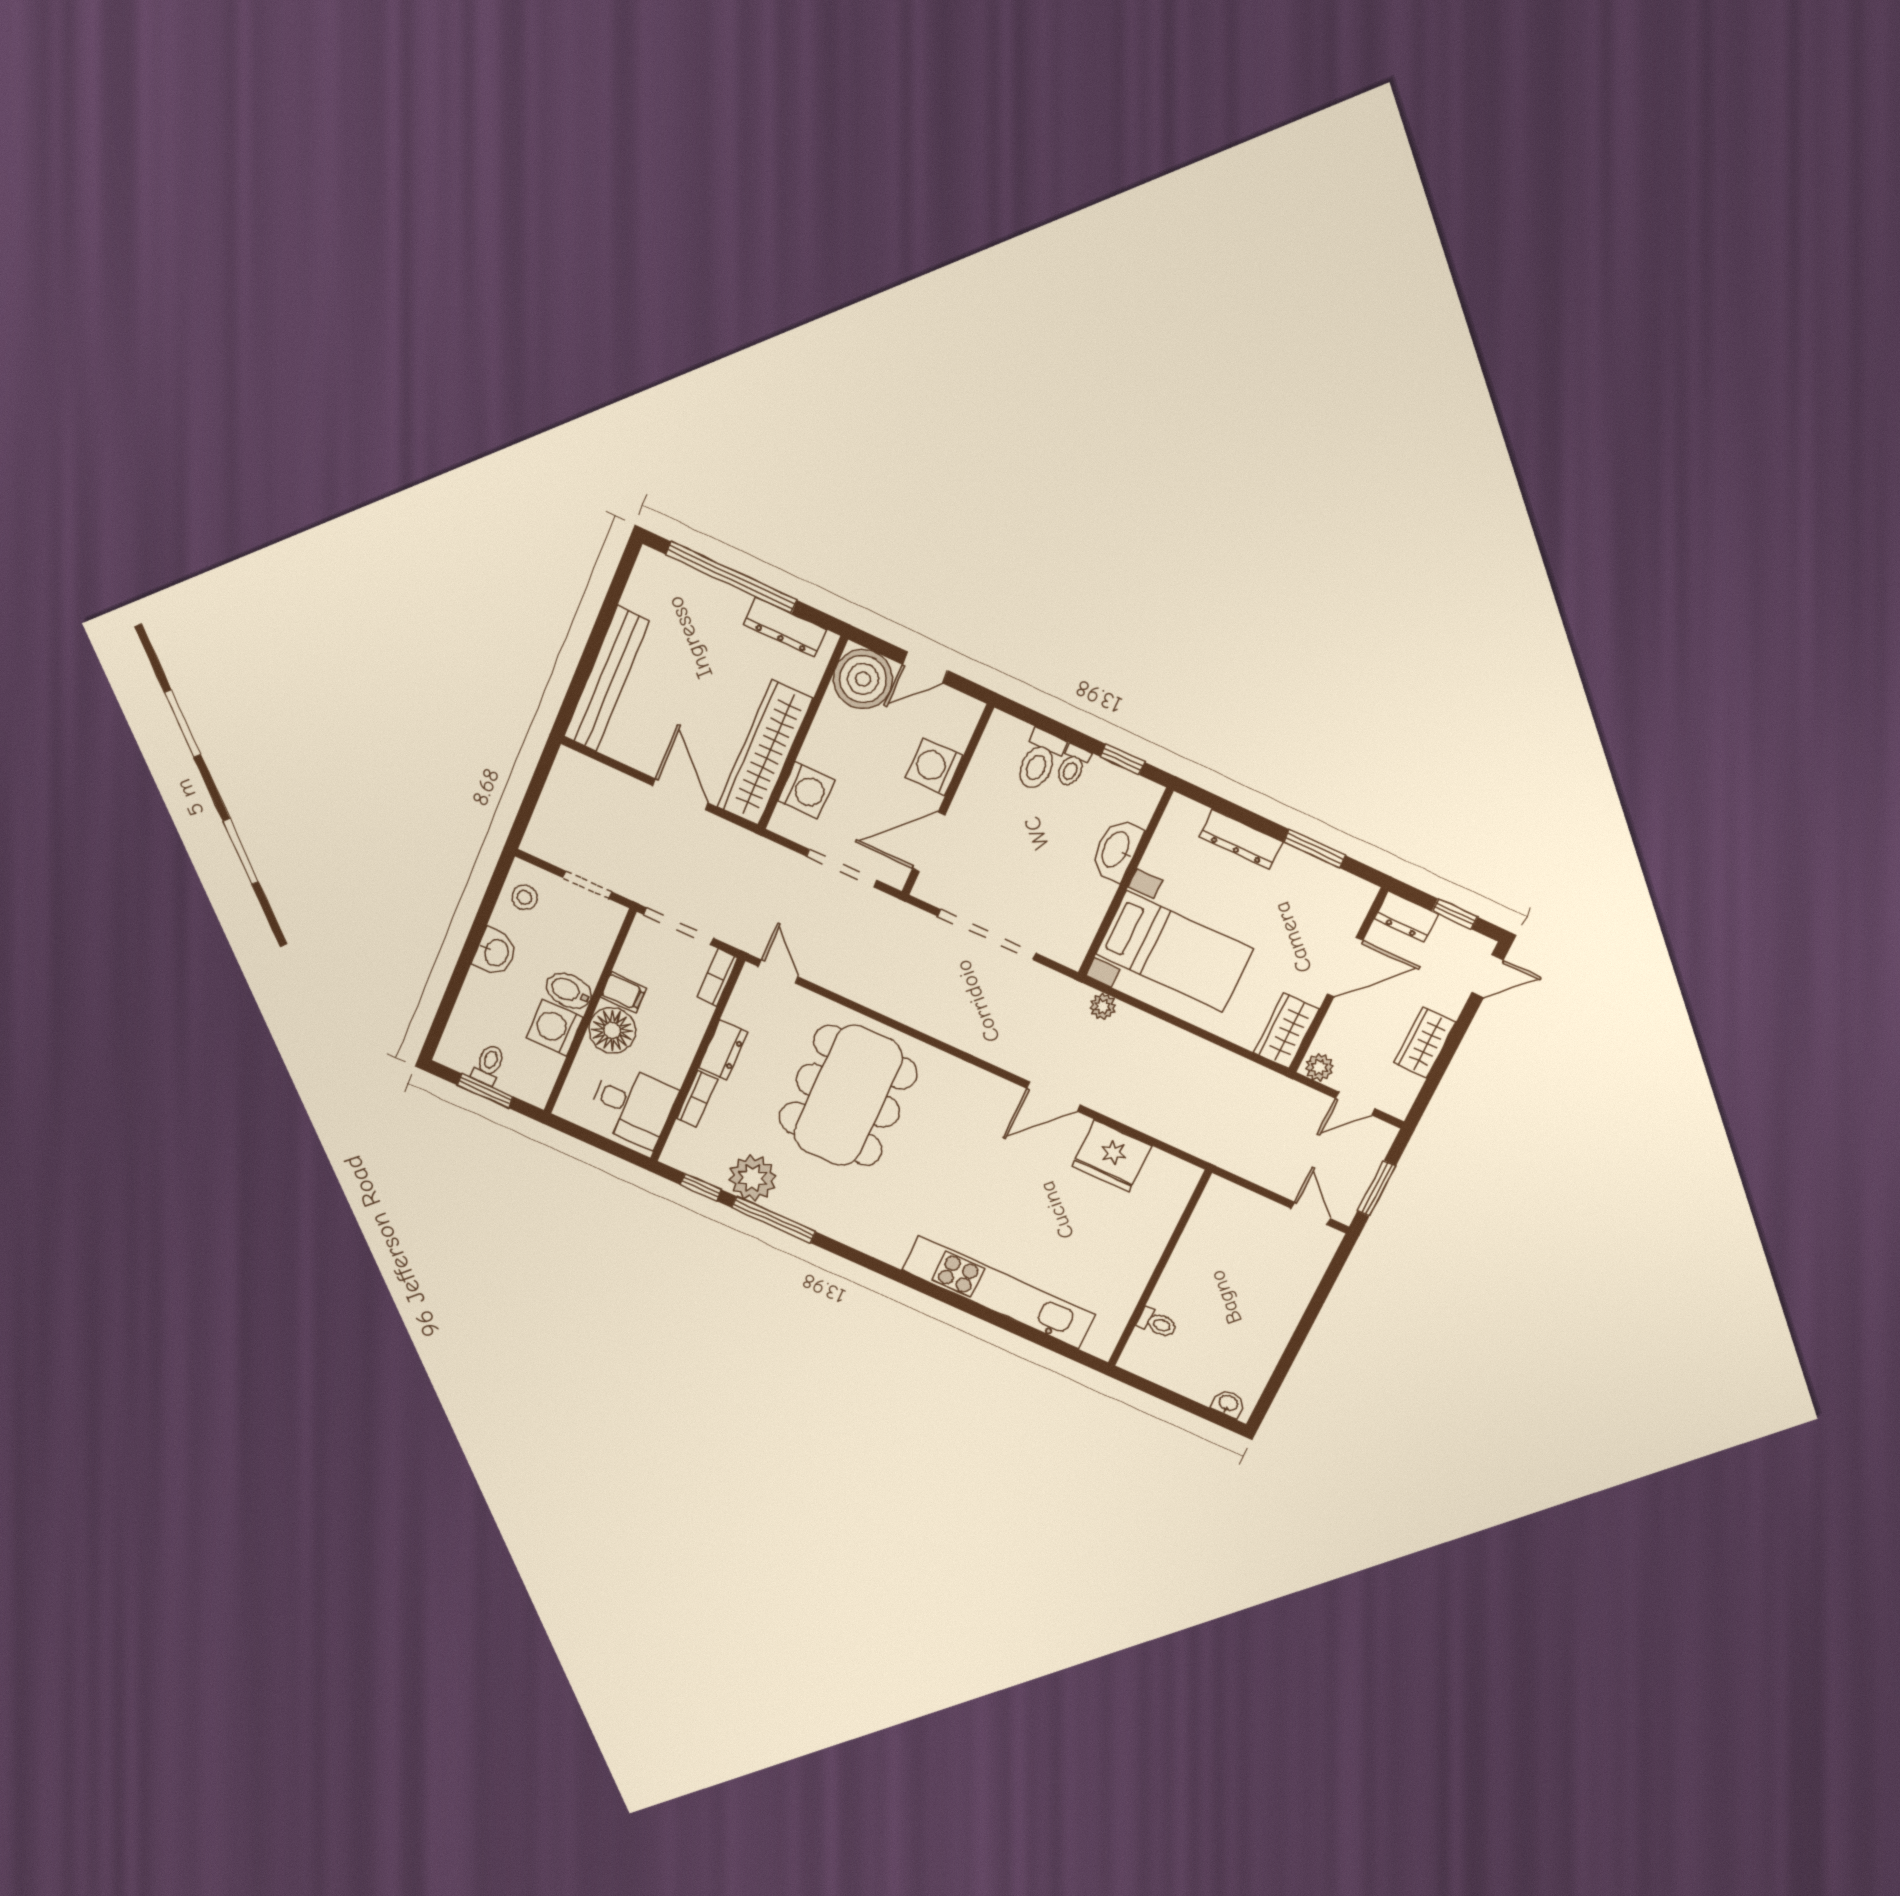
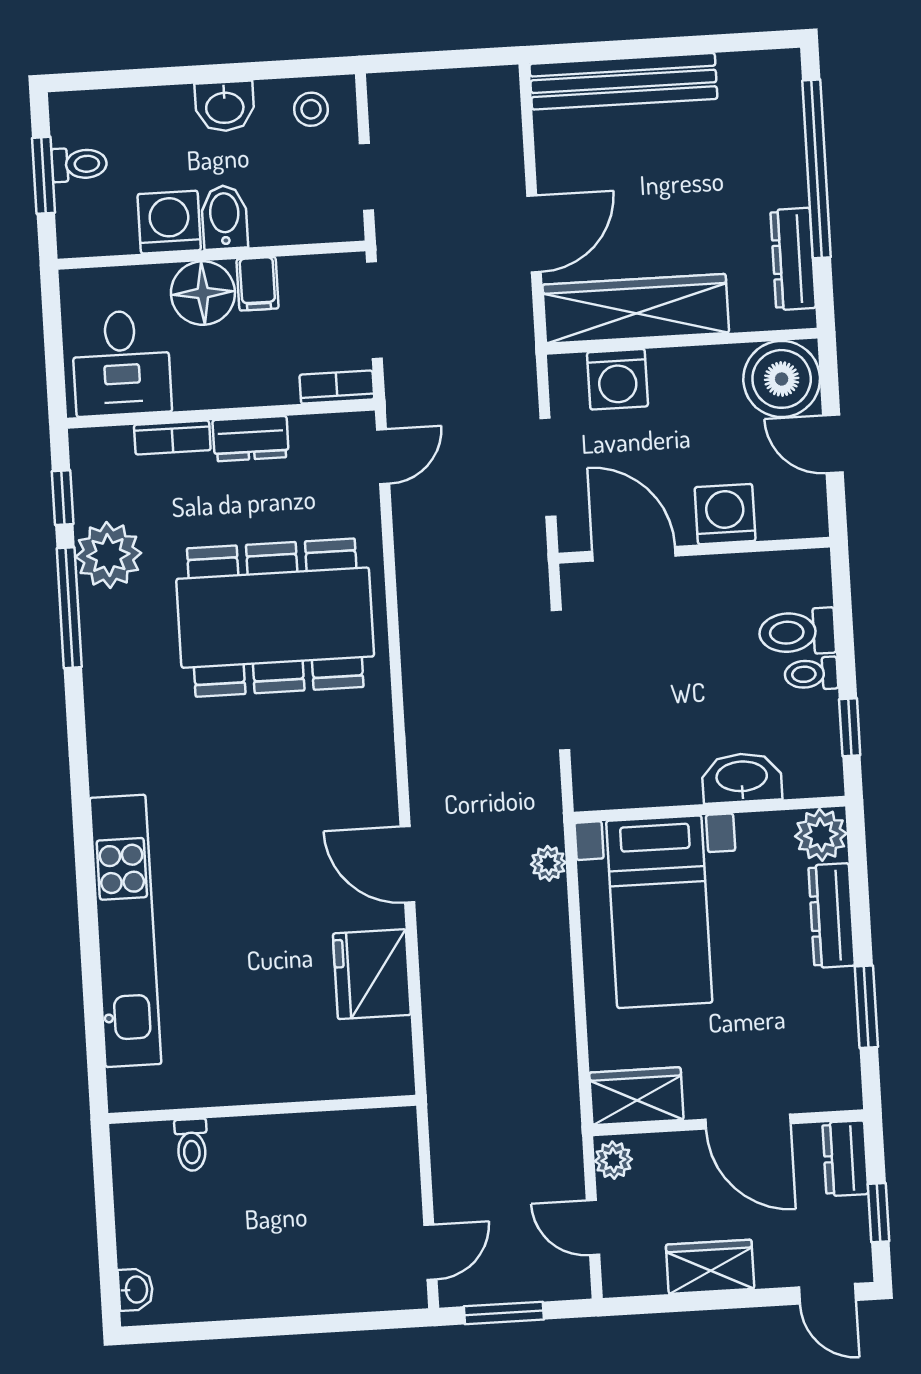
plant: (1183, 817) -> (821, 835), added

